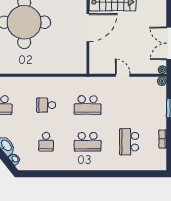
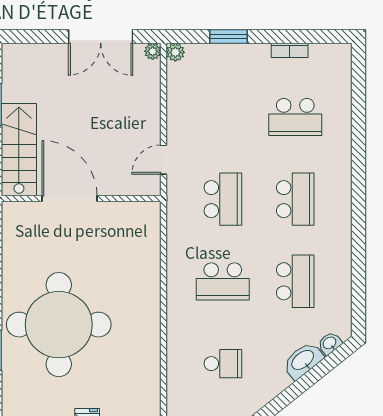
door: (123, 75) -> (164, 160), moved
school desk: (46, 105) -> (223, 281), width x1.85
school desk: (46, 142) -> (295, 281), width x1.85

